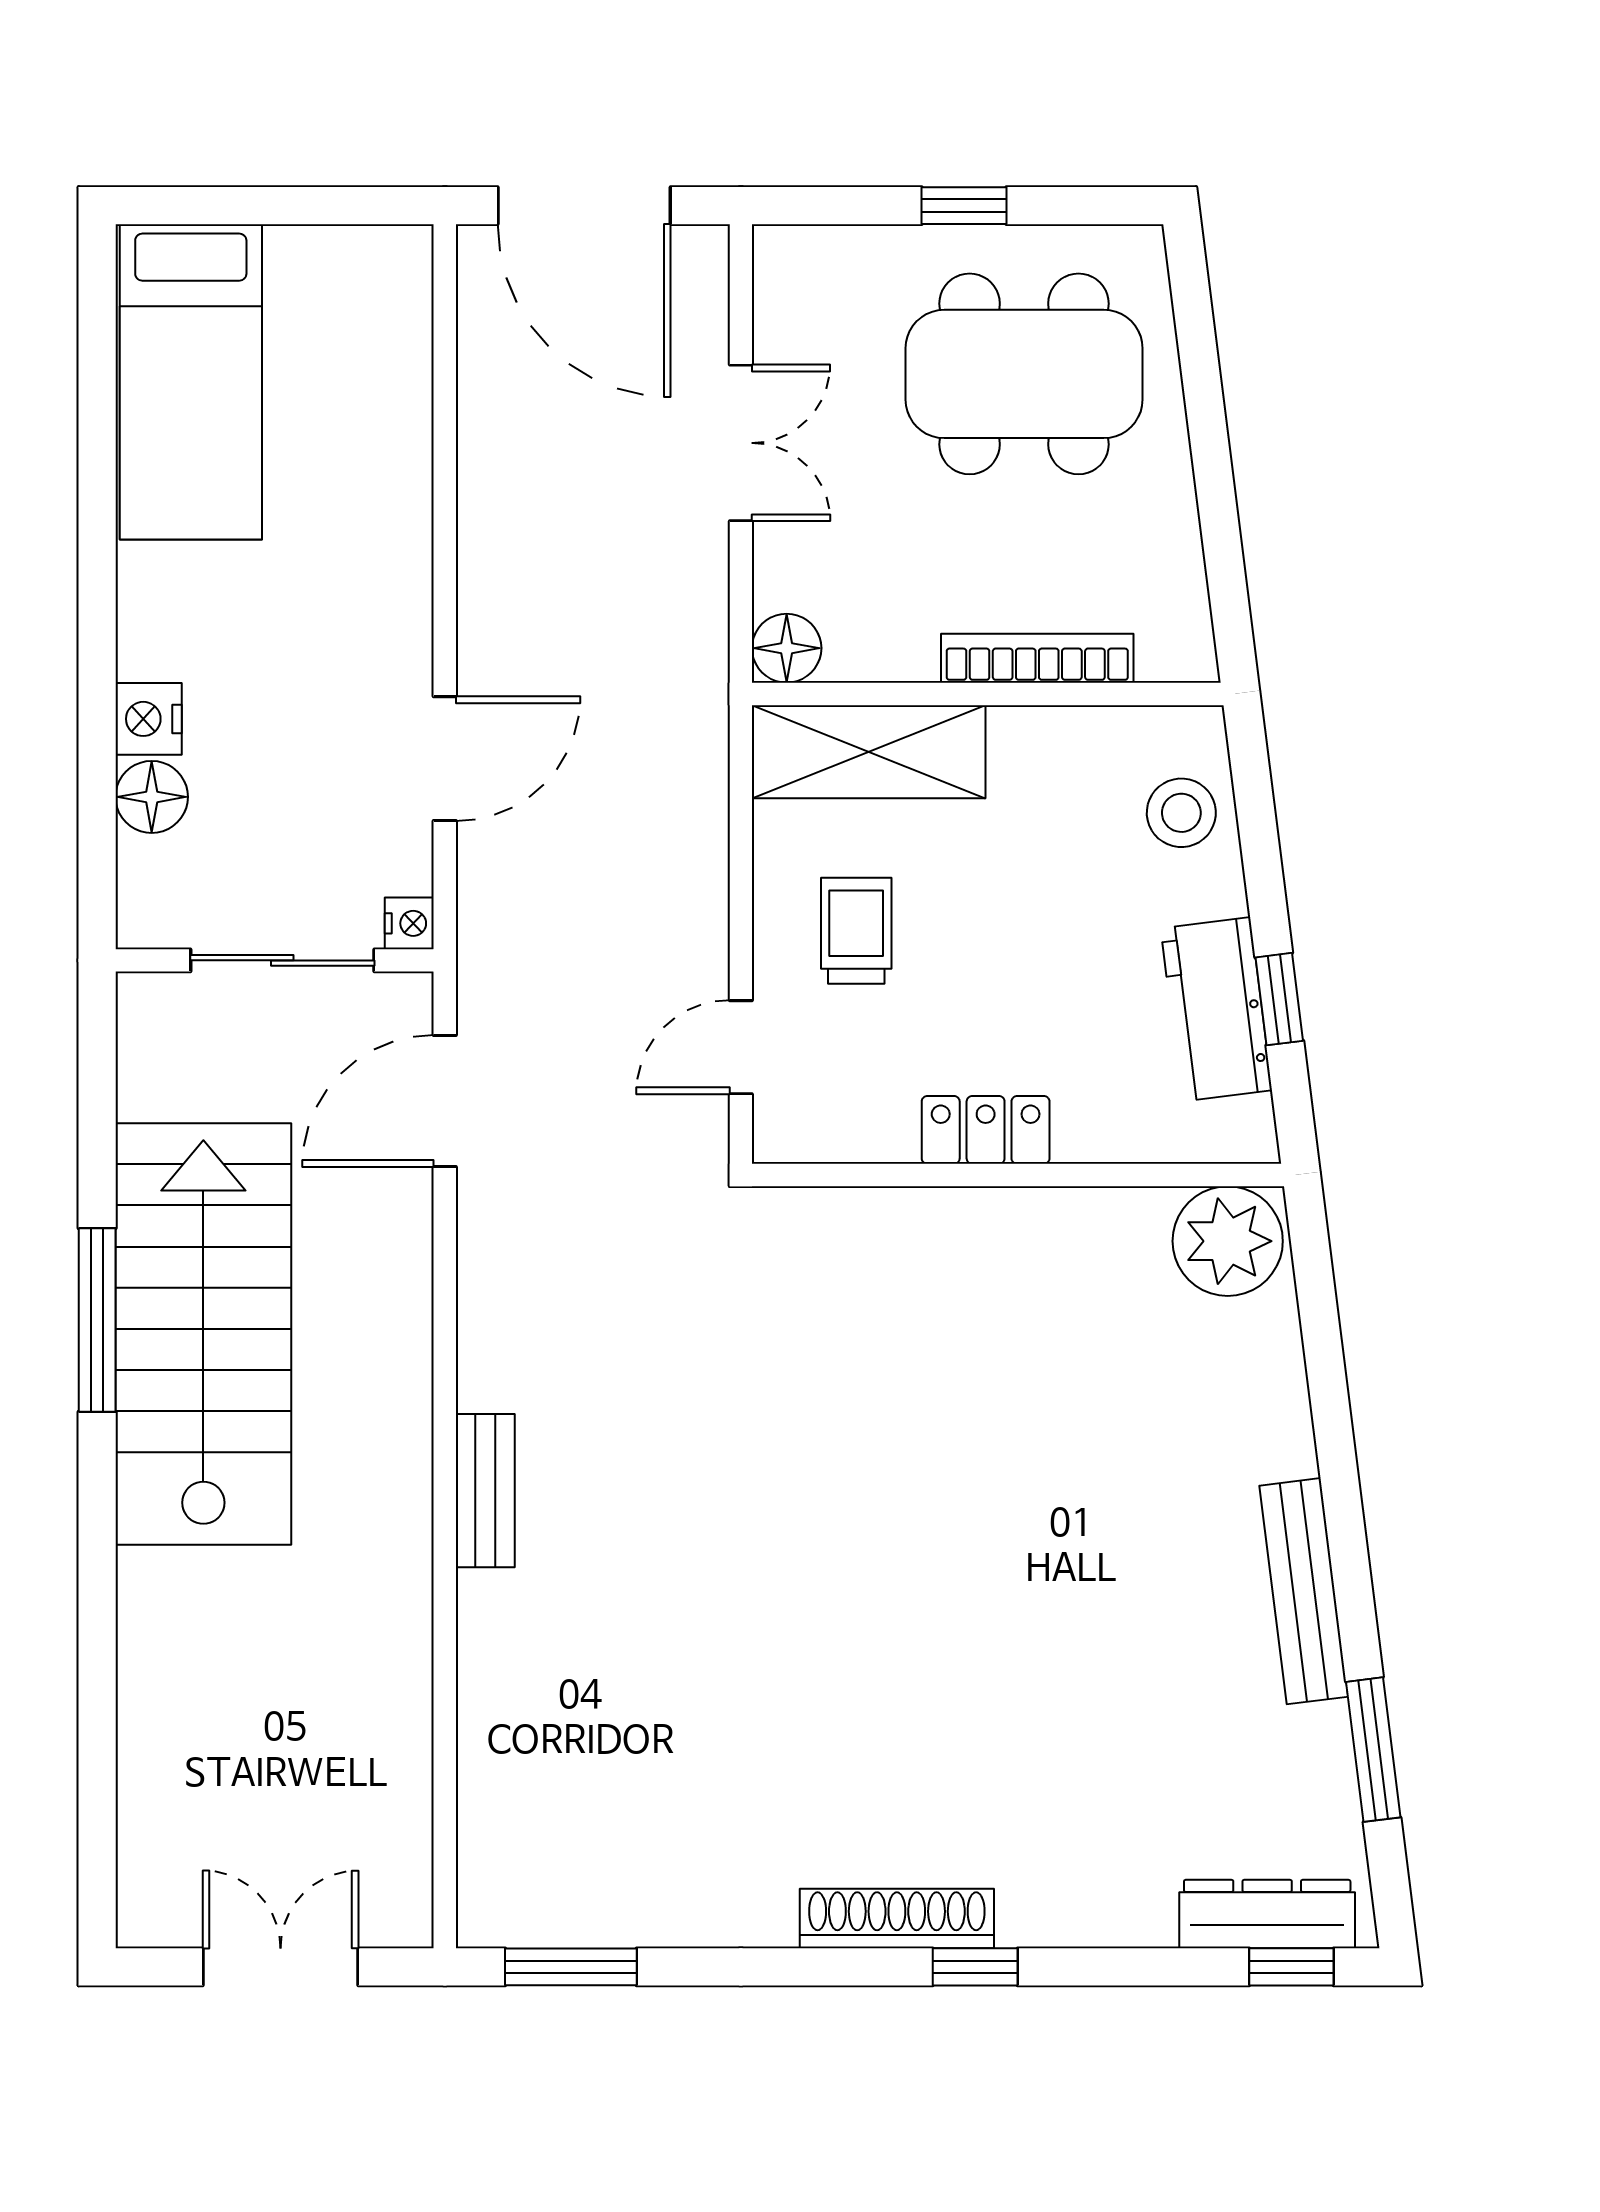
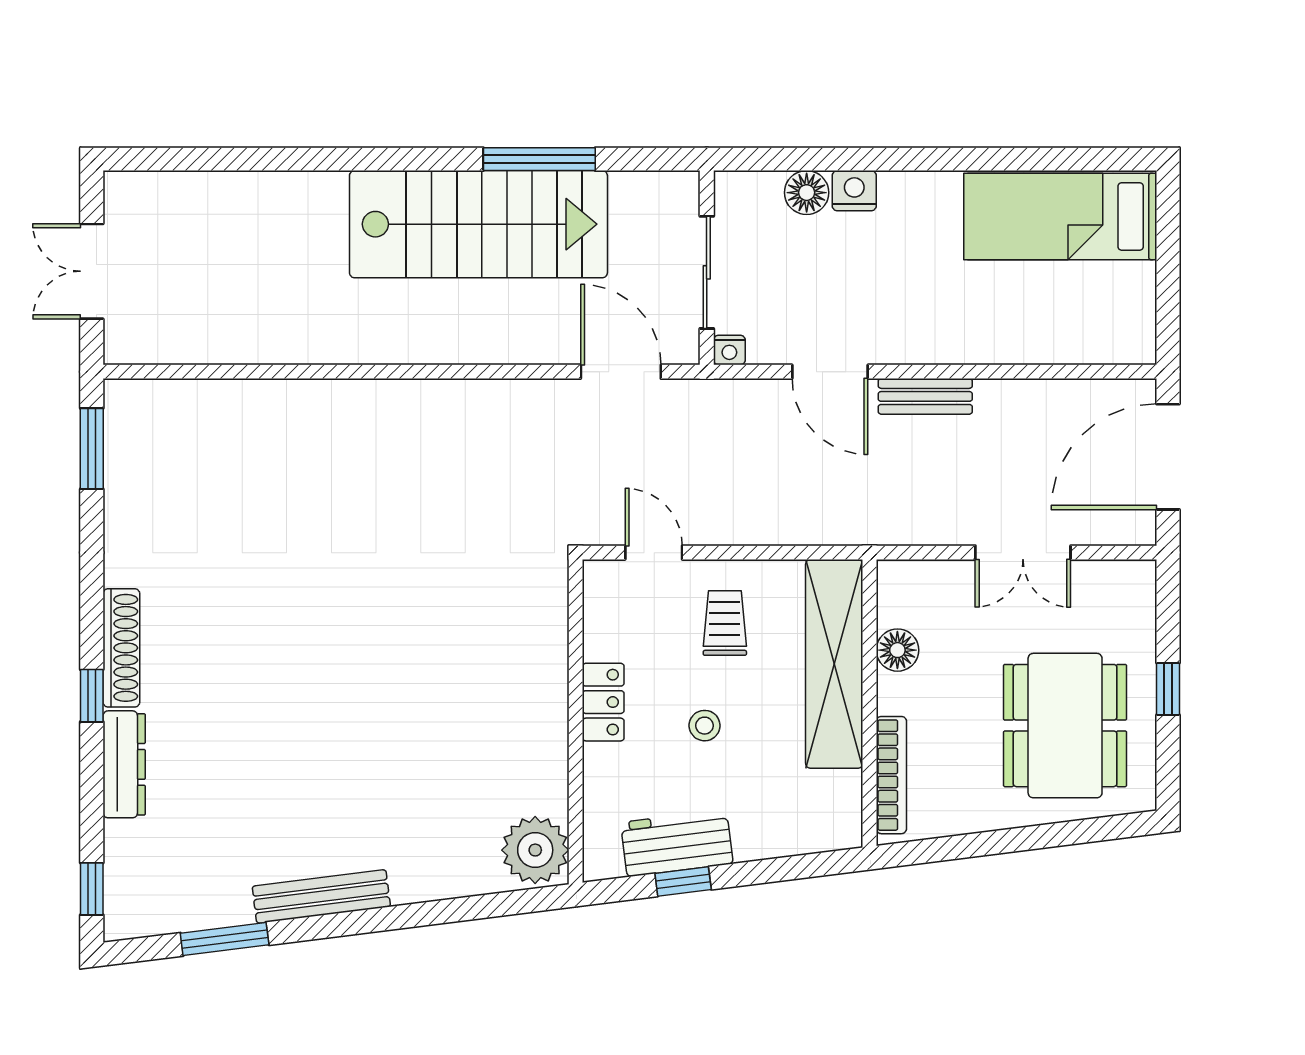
floor lamp: (787, 648) -> (897, 650), moved
bookcase: (1037, 658) -> (891, 775), moved
shelving: (869, 752) -> (834, 664), width x1.47
stool: (1181, 813) -> (705, 726), moved, width x0.73, depth x0.73
trolley: (856, 931) -> (725, 623), turned -90
window: (97, 1320) -> (539, 159), moved
bench: (485, 1491) -> (925, 396), moved
dresser: (1267, 1914) -> (124, 764), moved
double door: (281, 1967) -> (92, 271), swing flipped

